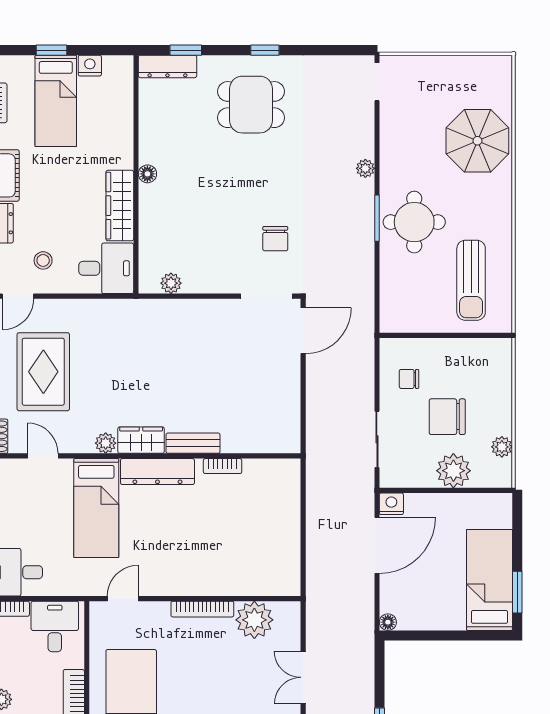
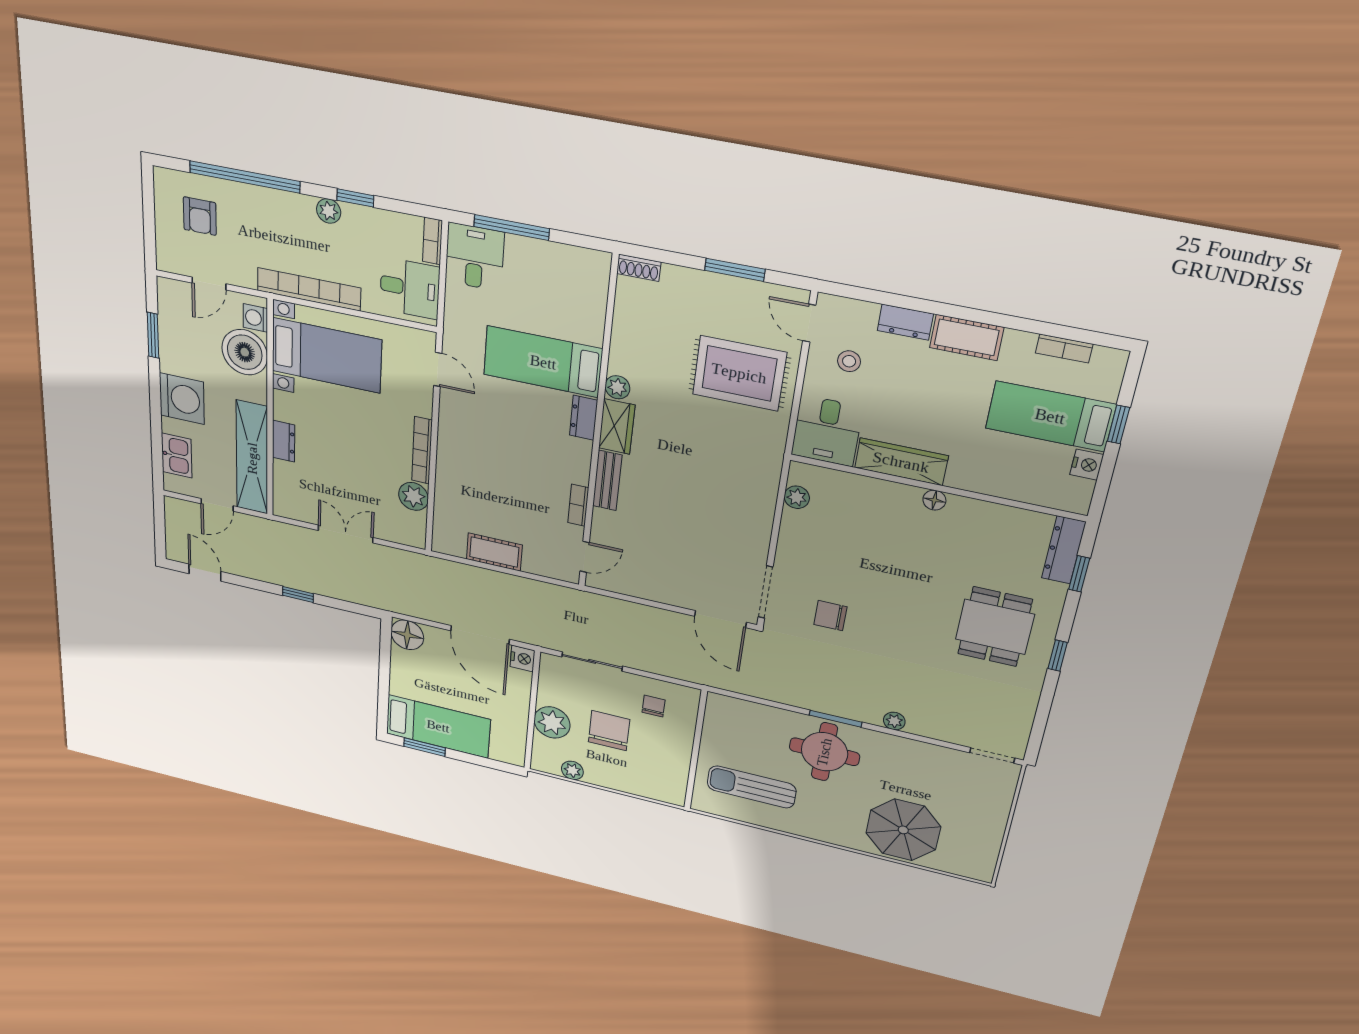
rug: (43, 372) -> (739, 373), moved
door: (43, 456) -> (585, 557), moved
dresser: (157, 472) -> (584, 418), width x0.51, depth x0.80
cot: (287, 538) -> (494, 552), added
plant: (254, 620) -> (414, 496), width x0.73, depth x0.73
floor lamp: (388, 622) -> (407, 635), width x1.89, depth x1.89

